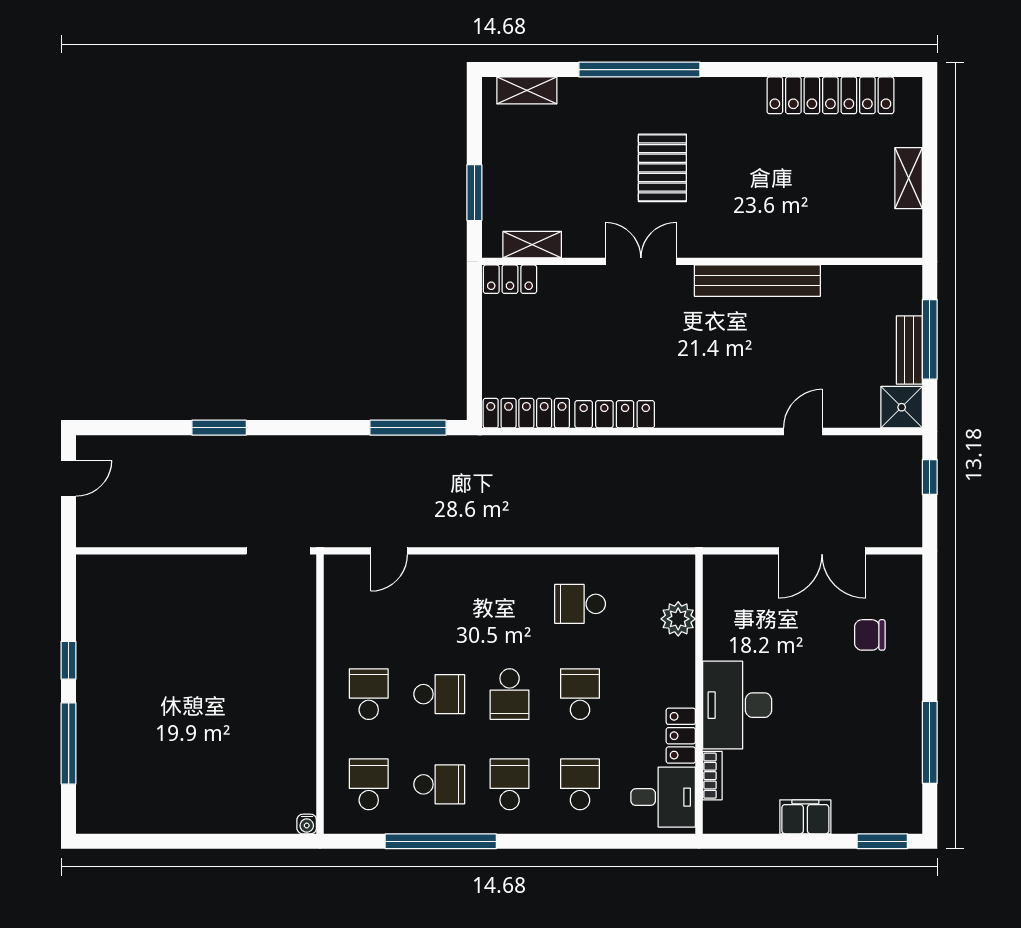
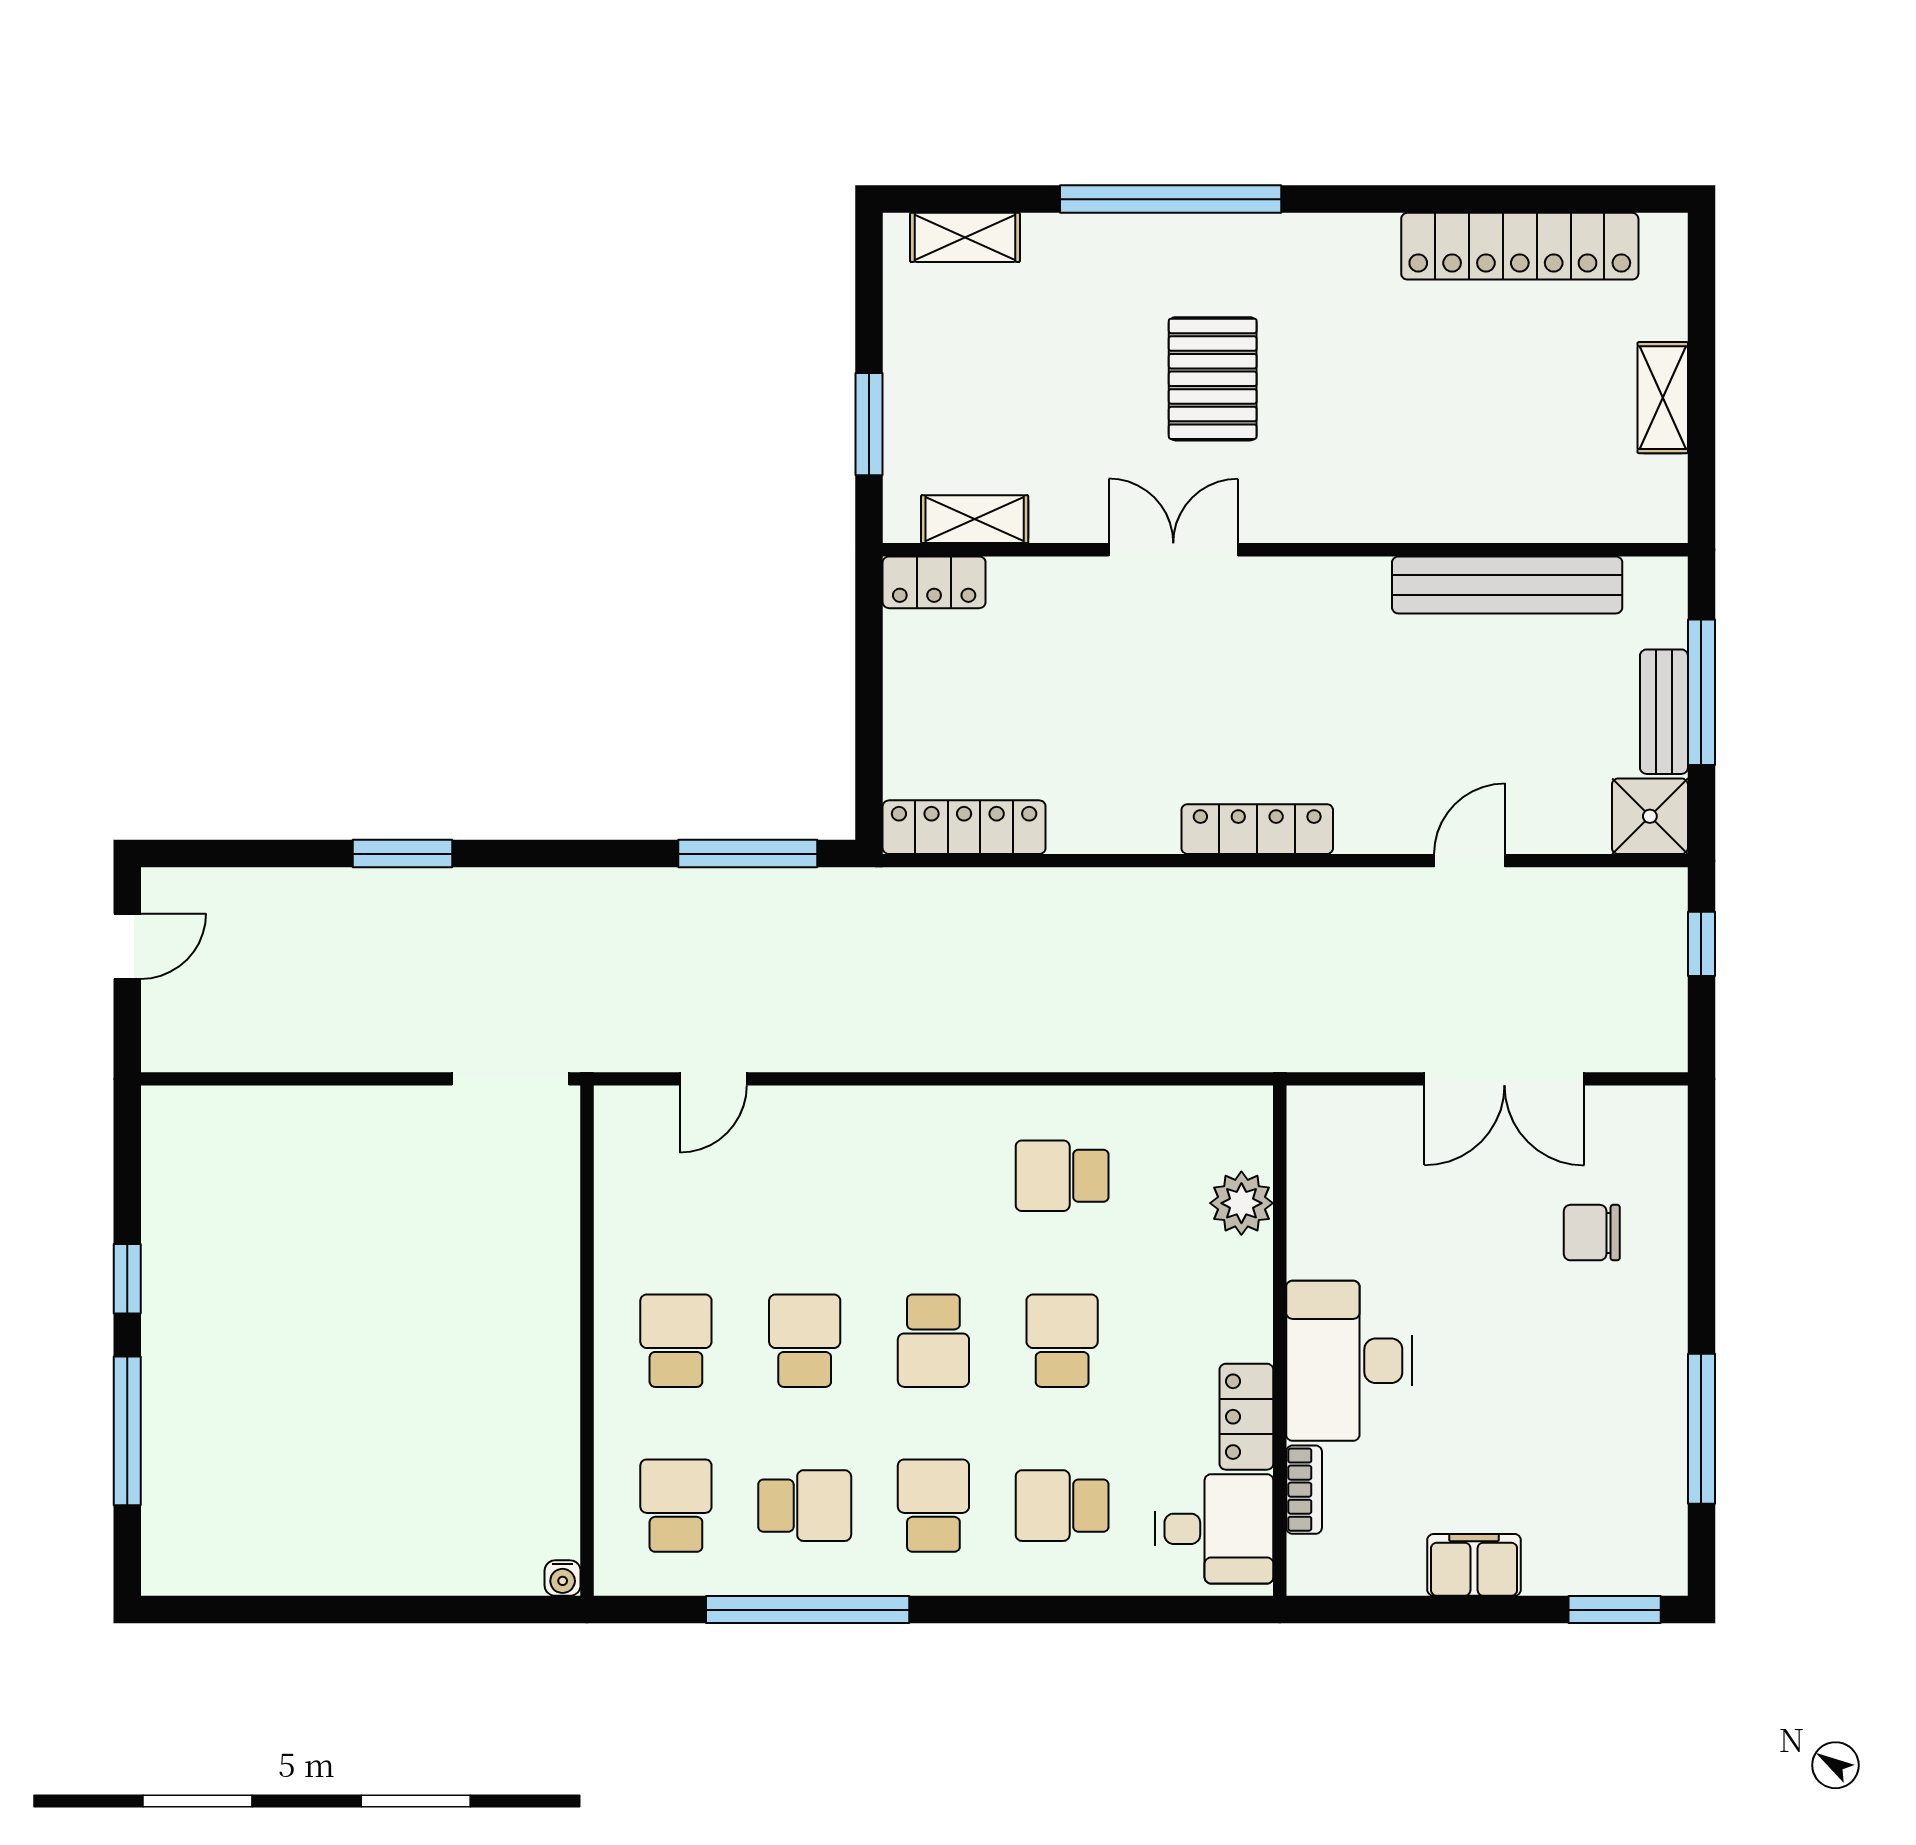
bench: (757, 281) -> (1507, 585), moved
locker: (615, 414) -> (1257, 829), moved
school desk: (439, 694) -> (805, 1341), turned -90
school desk: (580, 784) -> (1062, 1506), turned -90

